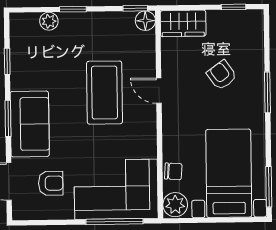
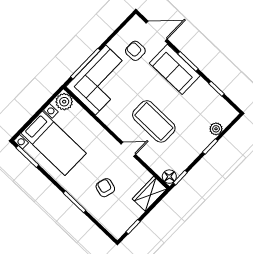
armchair: (222, 75) -> (105, 188), turned -129
chair: (173, 171) -> (81, 117), removed
armchair: (51, 183) -> (135, 51), turned 90

